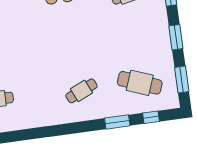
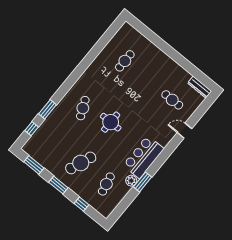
round table: (67, 52) -> (111, 122), added
cafe table: (140, 83) -> (81, 163), moved

